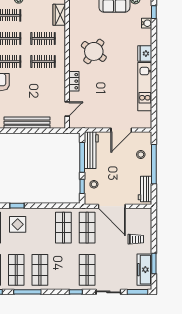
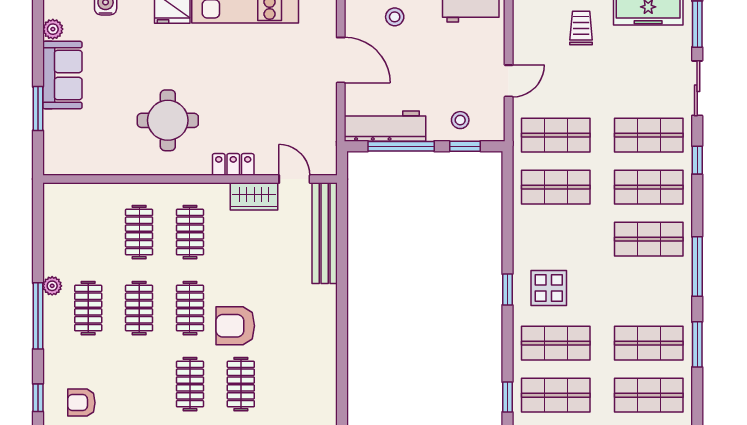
wardrobe: (59, 15) -> (254, 196), moved
round table: (94, 51) -> (168, 120), turned -36
bench: (27, 123) -> (325, 233), moved
door: (112, 206) -> (509, 81), width x0.53
shop shelf: (16, 270) -> (649, 187), moved

